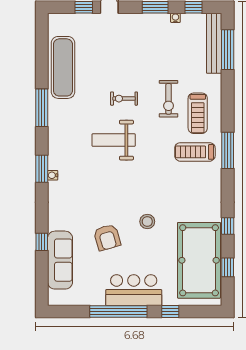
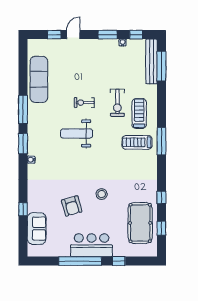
treadmill: (198, 113) -> (139, 113), turned 180
window: (42, 169) -> (23, 144), moved
sofa: (60, 260) -> (37, 229), width x0.73
pool table: (199, 260) -> (140, 223), width x0.73, depth x0.76

